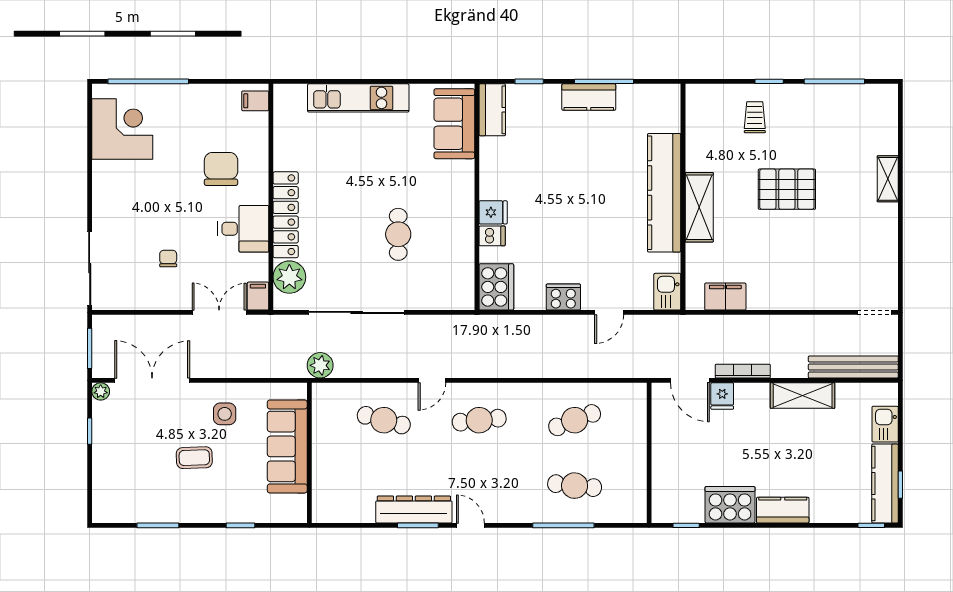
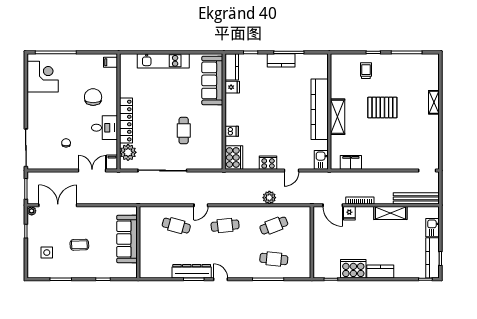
sofa: (454, 124) -> (212, 80), width x1.36
fridge: (493, 212) -> (232, 87), moved
plant: (320, 365) -> (269, 198), moved
side table: (225, 414) -> (47, 253), moved

